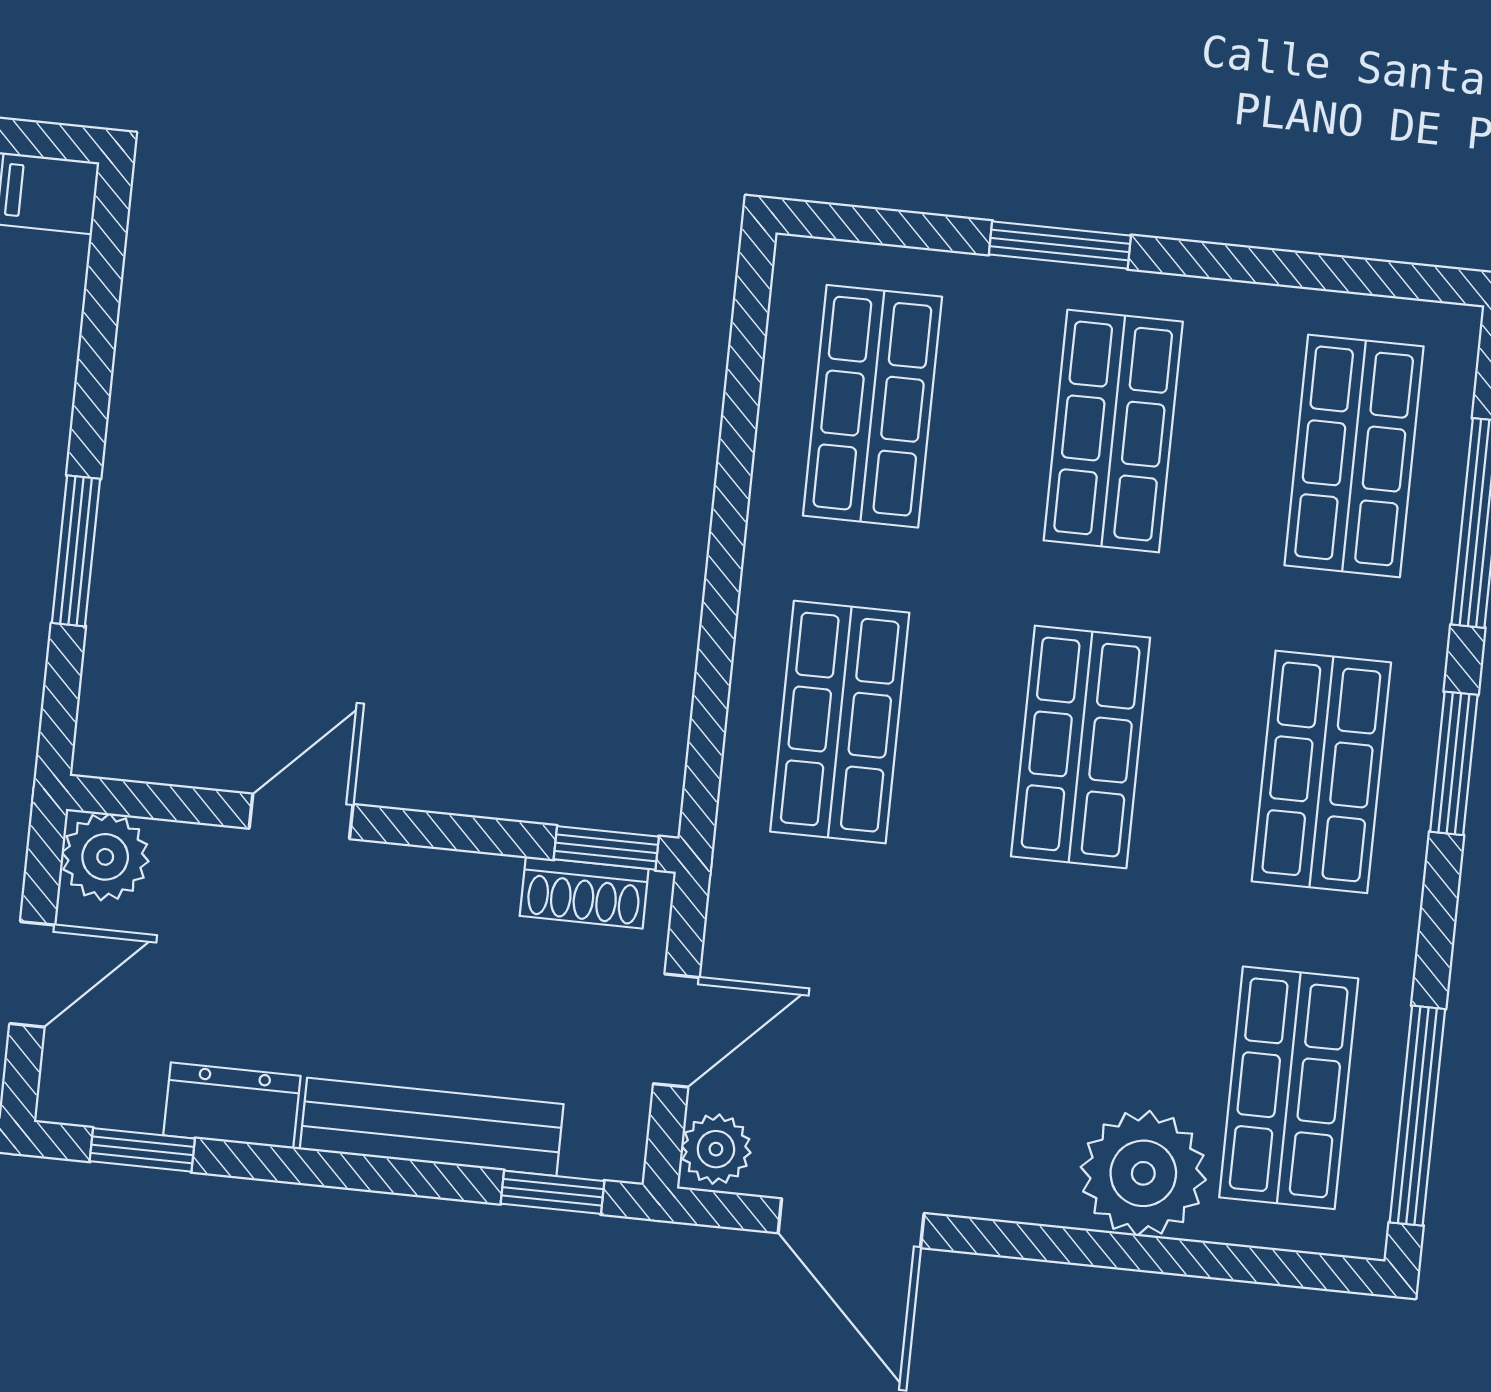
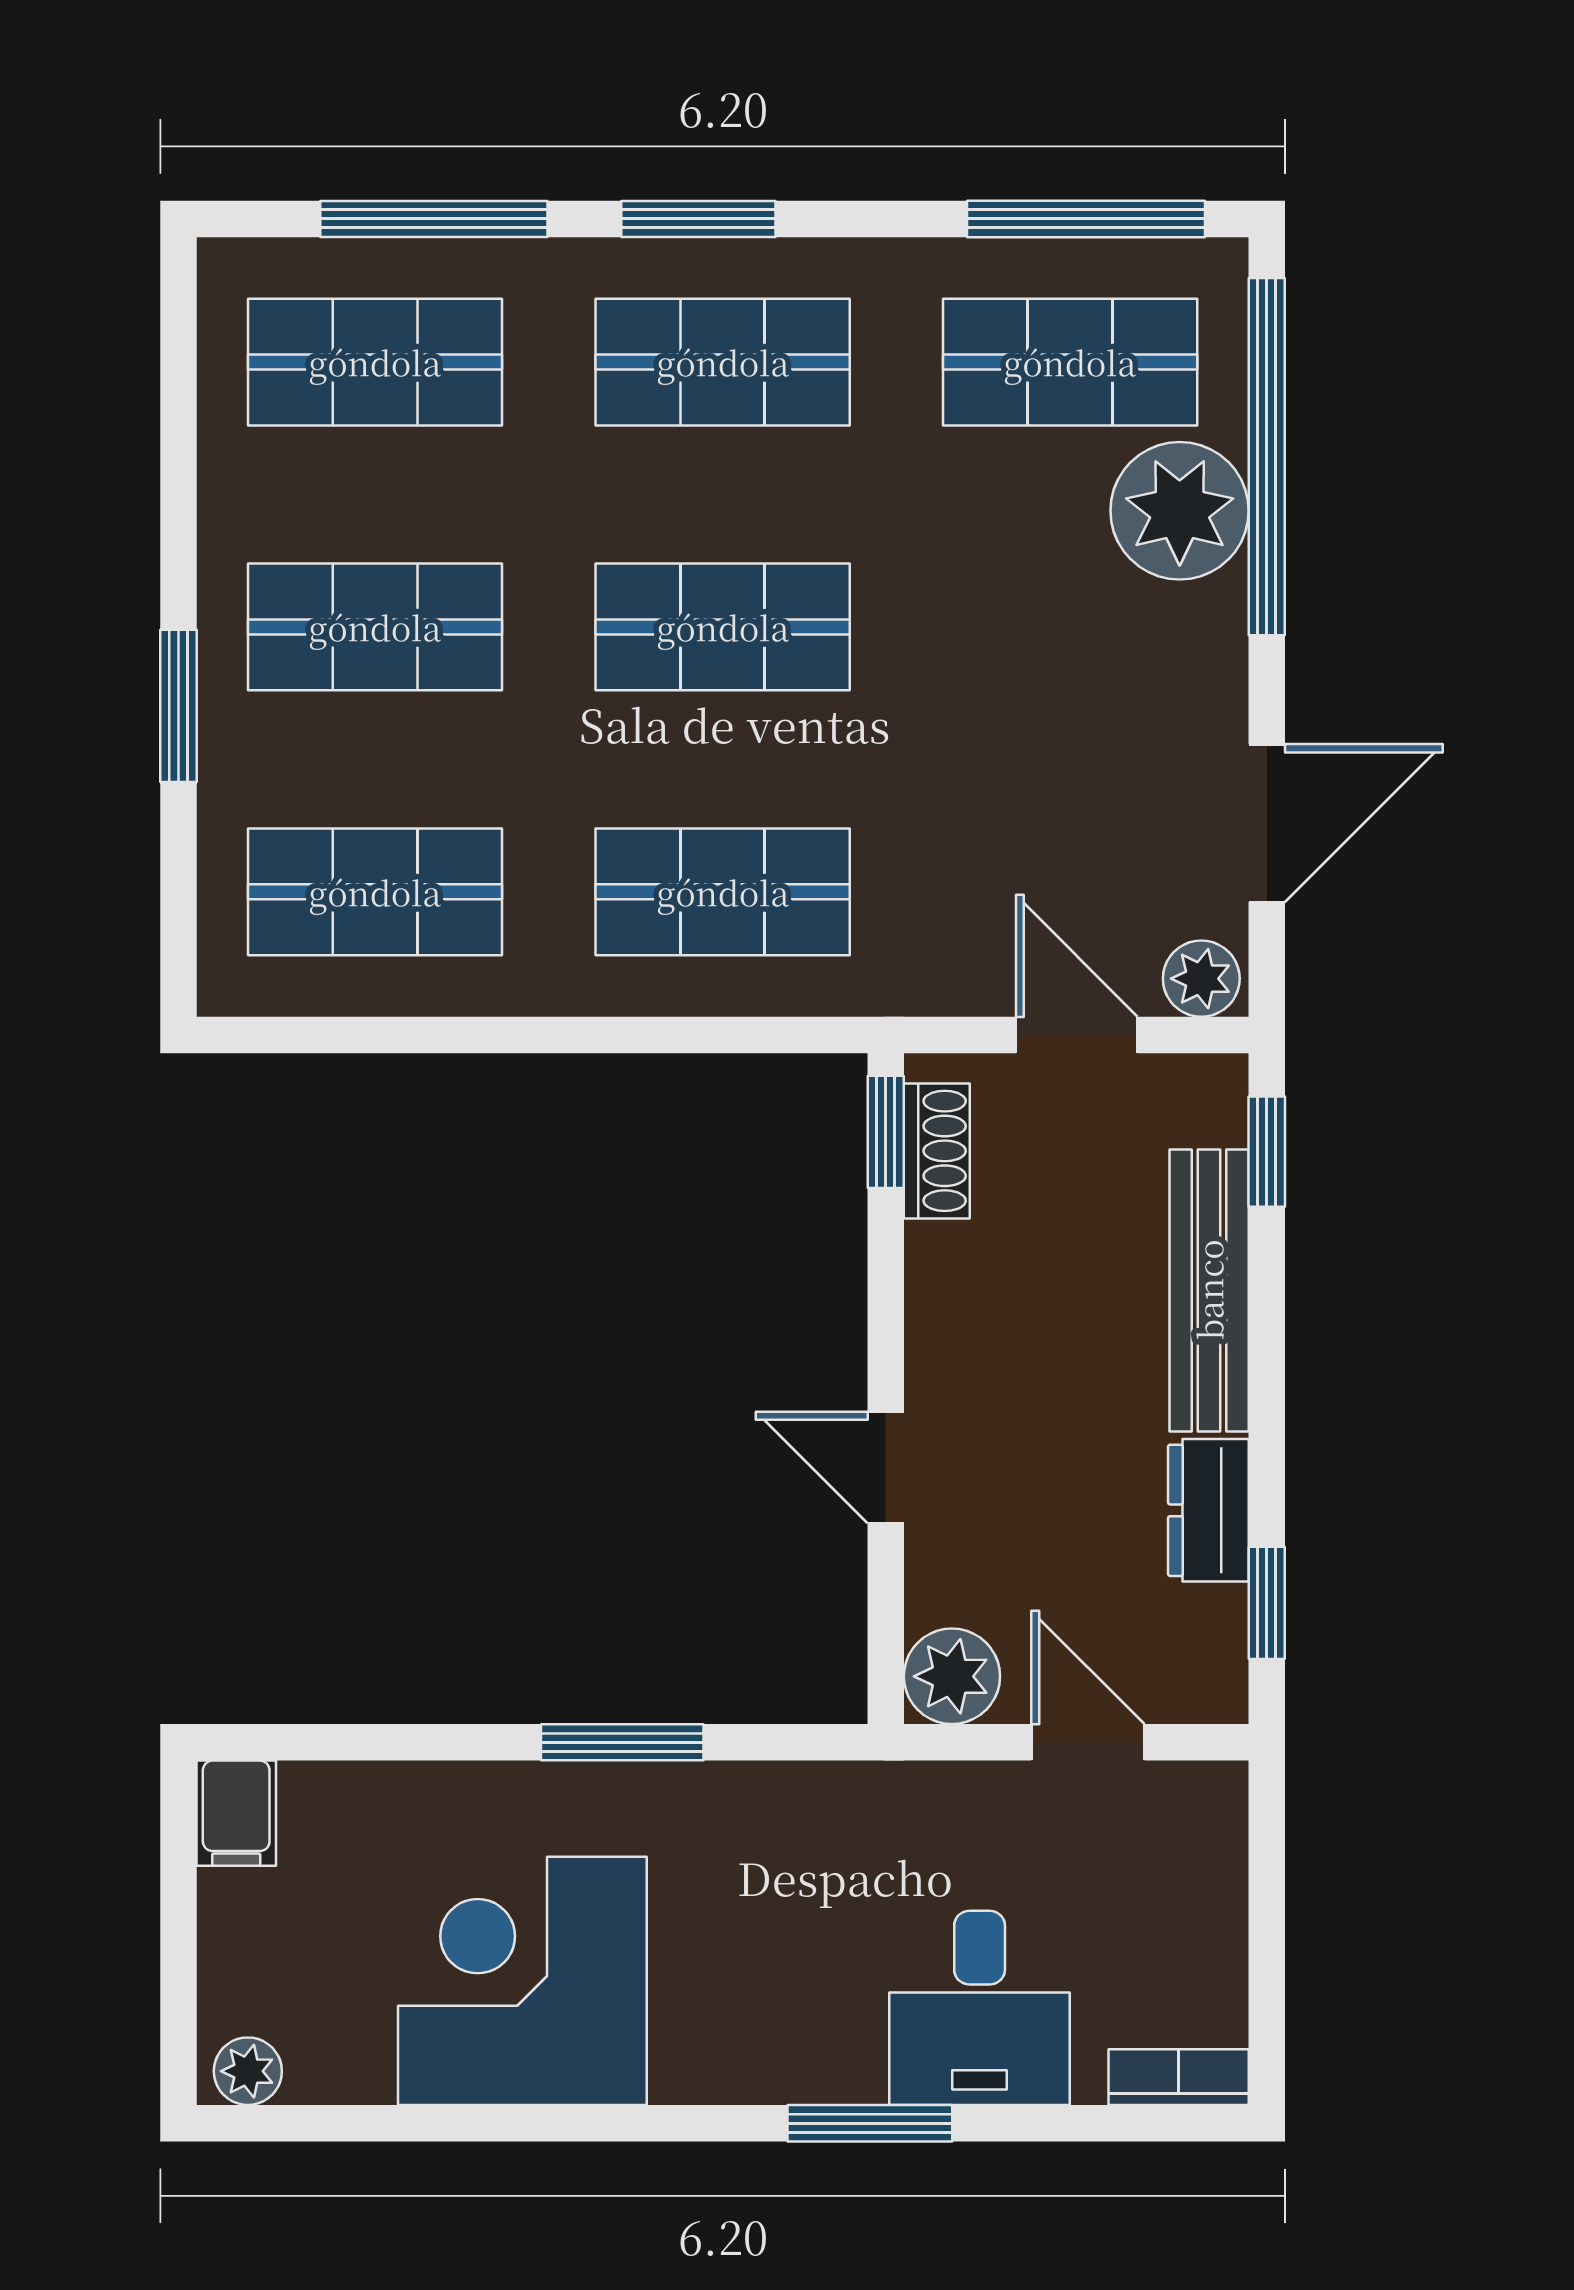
window: (1184, 1258) -> (1267, 457), added

